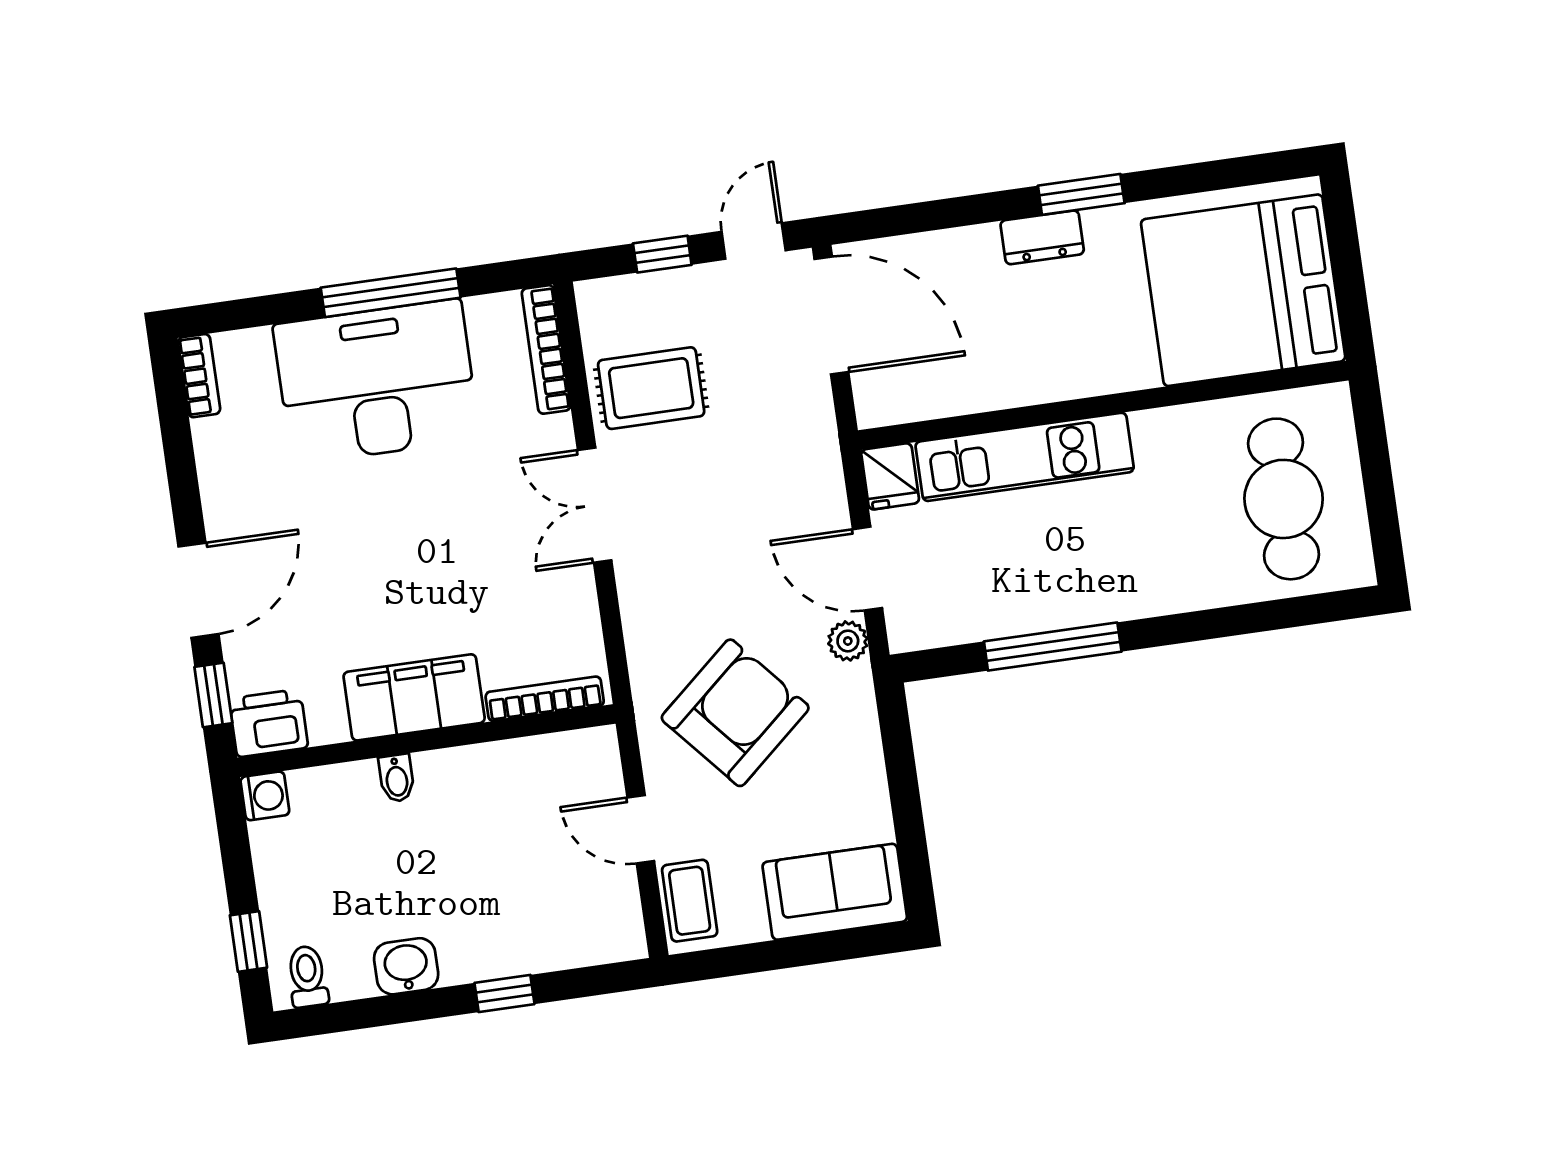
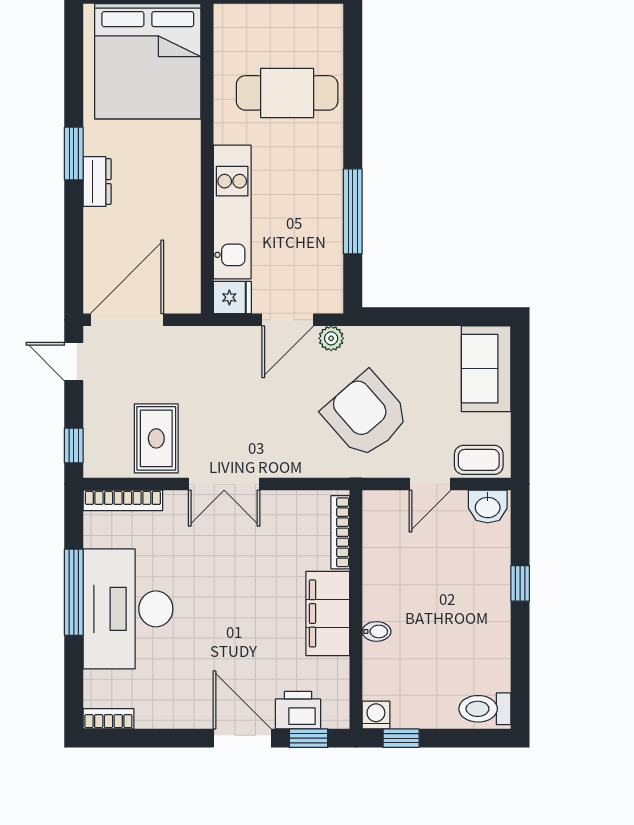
window: (662, 254) -> (74, 445), moved
cafe table: (1284, 499) -> (287, 93), moved
printer: (269, 723) -> (298, 710), moved, turned 90
window: (248, 941) -> (401, 738), moved
washbasin: (406, 966) -> (488, 507), moved, turned -90
toilet: (307, 976) -> (485, 709), width x1.37, depth x1.39

